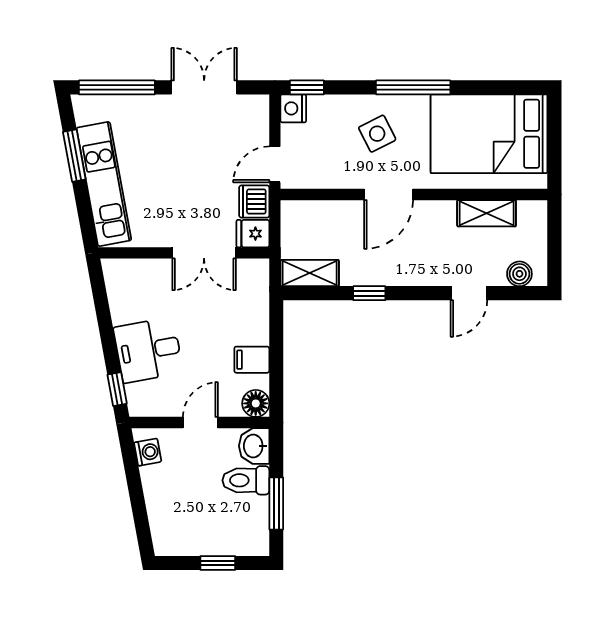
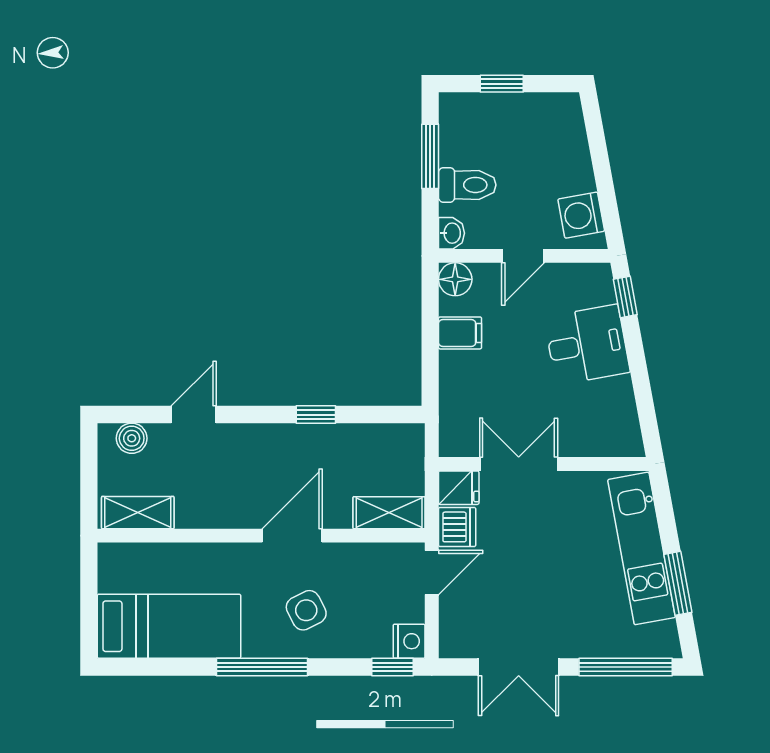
bed: (489, 134) -> (169, 626), width x0.67
shelving: (487, 213) -> (138, 513), moved
shelving: (310, 273) -> (389, 513), moved
washbasin: (254, 446) -> (451, 233), width x0.72, depth x0.69
washing machine: (148, 452) -> (581, 215), width x1.38, depth x1.38

